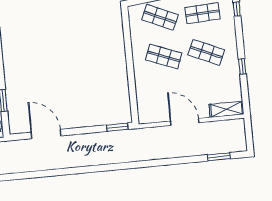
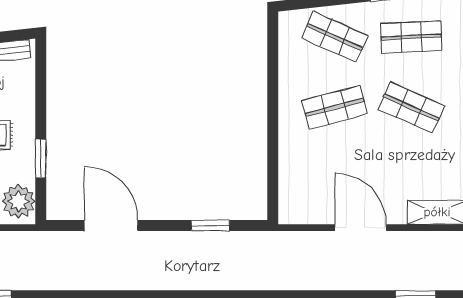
shop shelf: (164, 56) -> (335, 107), turned -36
window: (117, 127) -> (210, 226), moved

